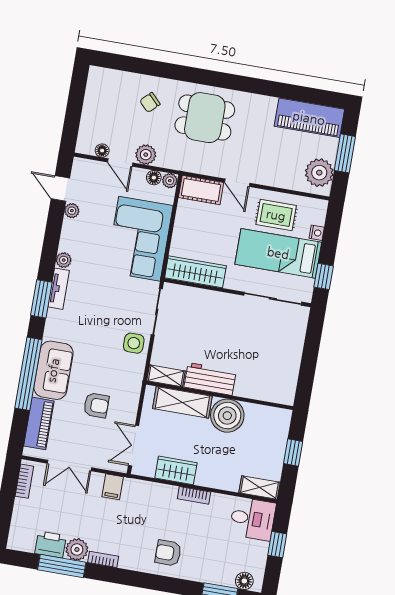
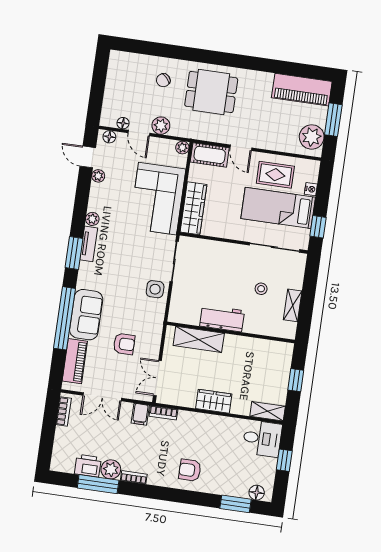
floor lamp: (154, 178) -> (109, 137), moved
wardrobe: (195, 272) -> (194, 208), moved, turned 90
stool: (256, 346) -> (261, 289), added
shelving: (166, 376) -> (293, 305), moved, turned 90
boiler: (227, 416) -> (238, 350), removed
wardrobe: (176, 470) -> (214, 401), moved
bookcase: (194, 495) -> (163, 413), moved

